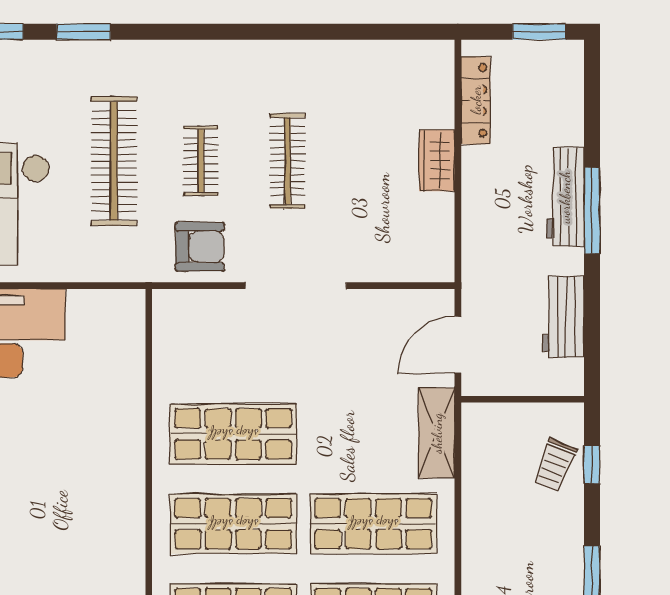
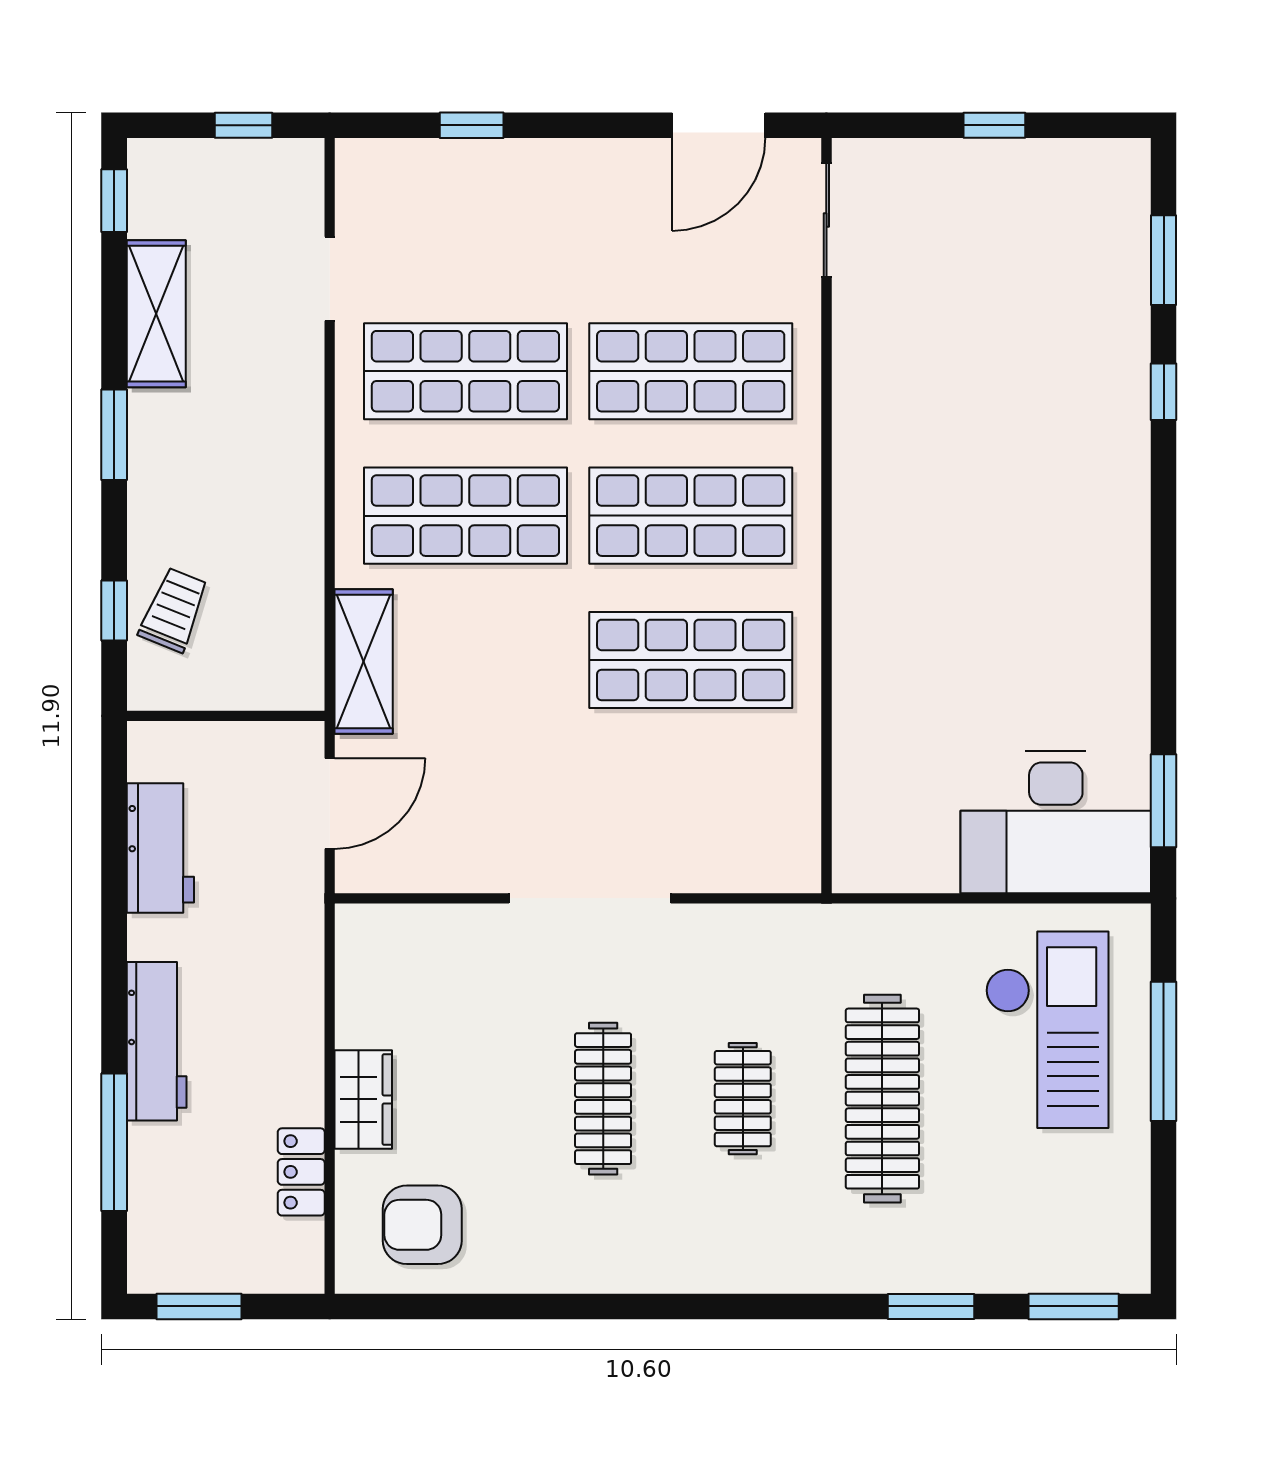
locker: (476, 100) -> (301, 1172), width x0.66
window: (592, 210) -> (114, 1142), moved
armchair: (200, 247) -> (422, 1225), moved

